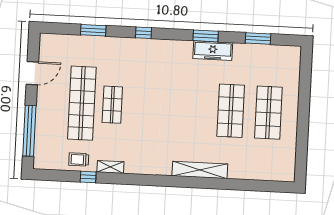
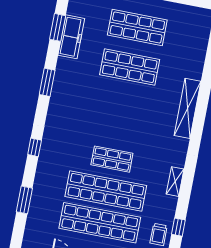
freezer: (213, 51) -> (71, 37), moved
shop shelf: (112, 105) -> (106, 191), width x2.00, depth x1.36
shop shelf: (143, 106) -> (112, 159), added
shelving: (110, 167) -> (175, 182), moved

